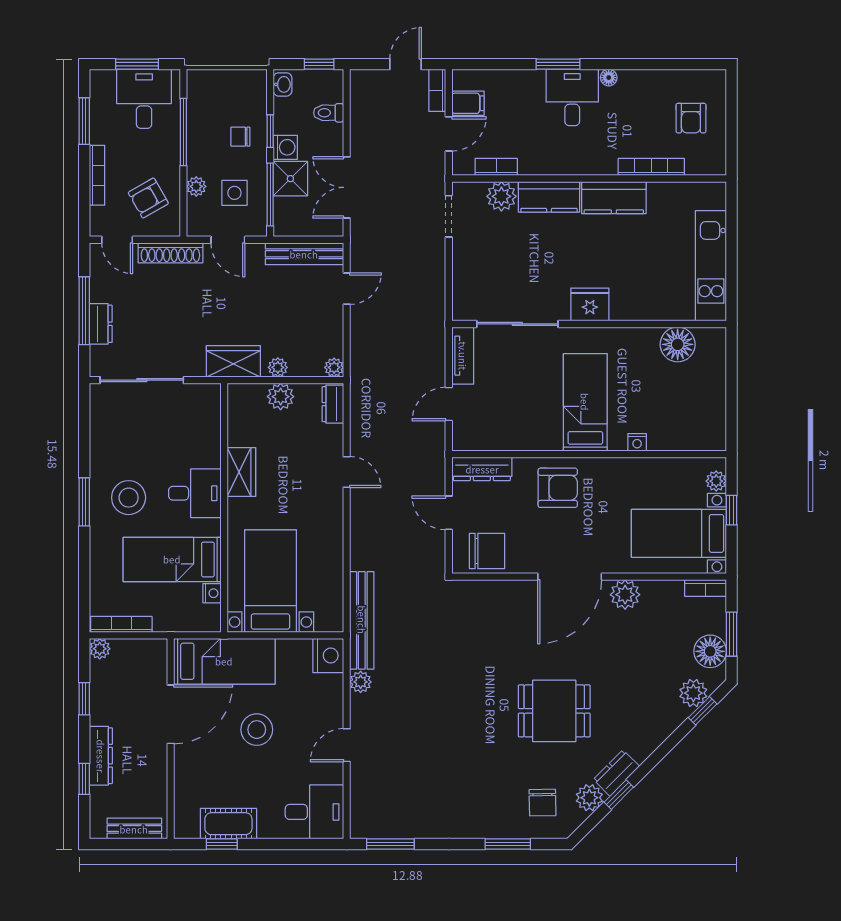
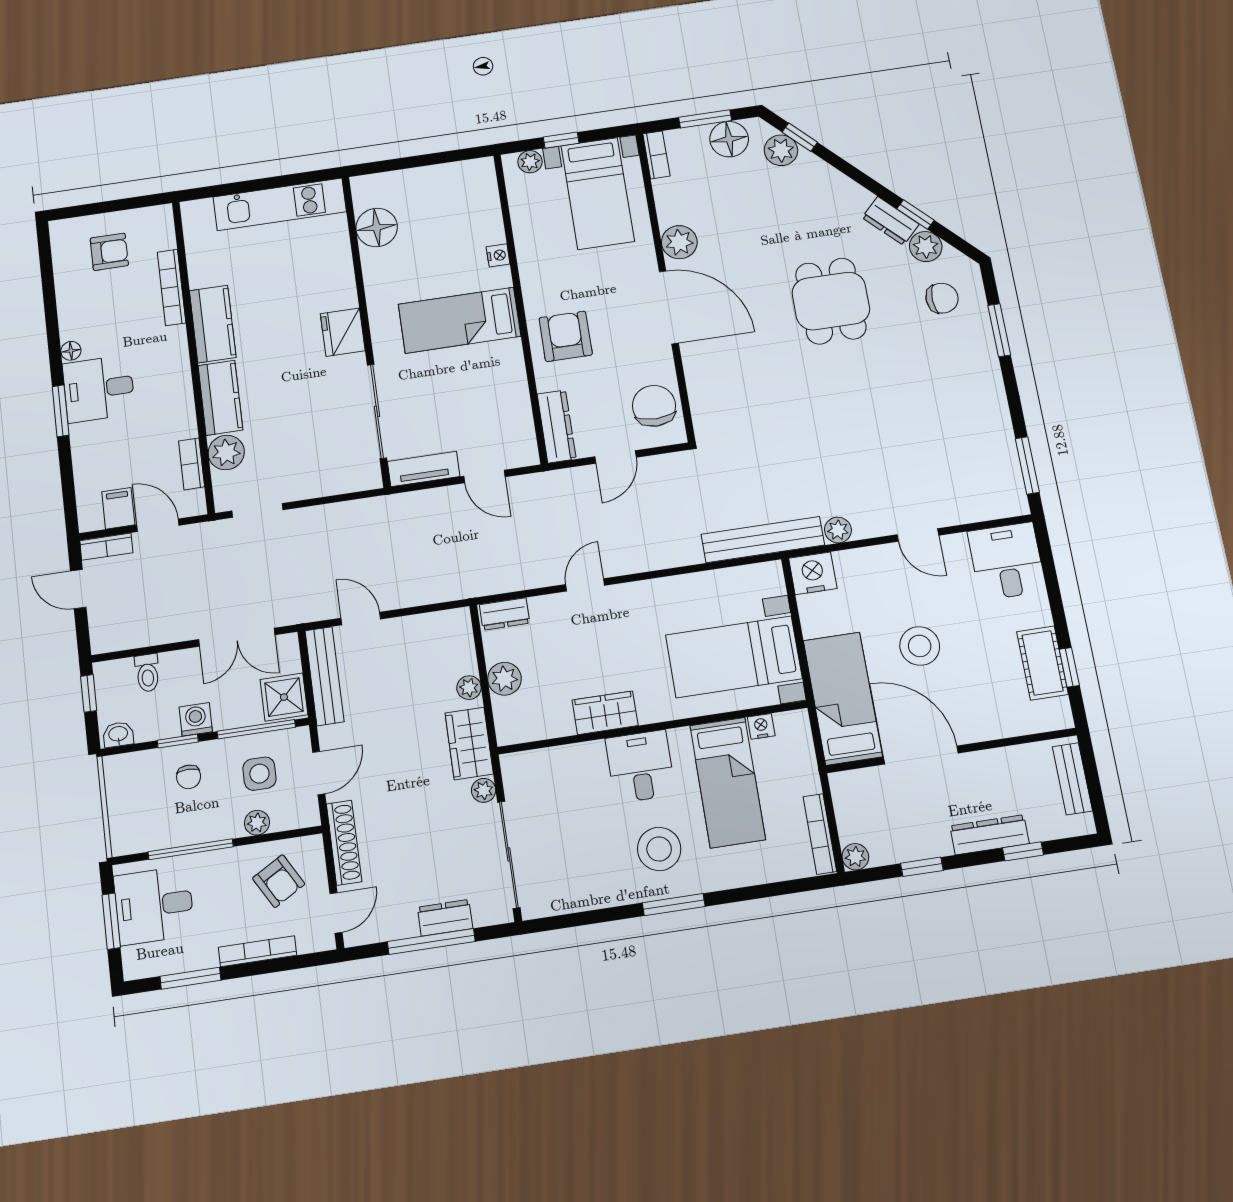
shower: (290, 179) -> (284, 697), moved
plant: (334, 367) -> (484, 790), moved

